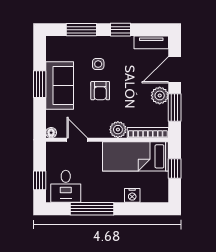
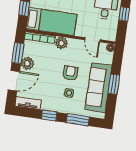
sofa: (60, 86) -> (98, 87), width x1.36

